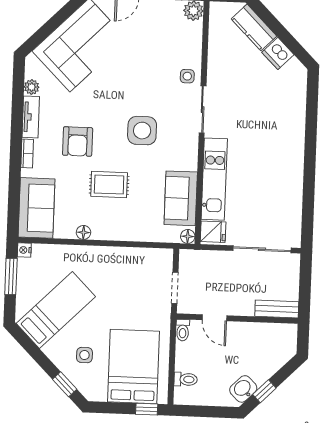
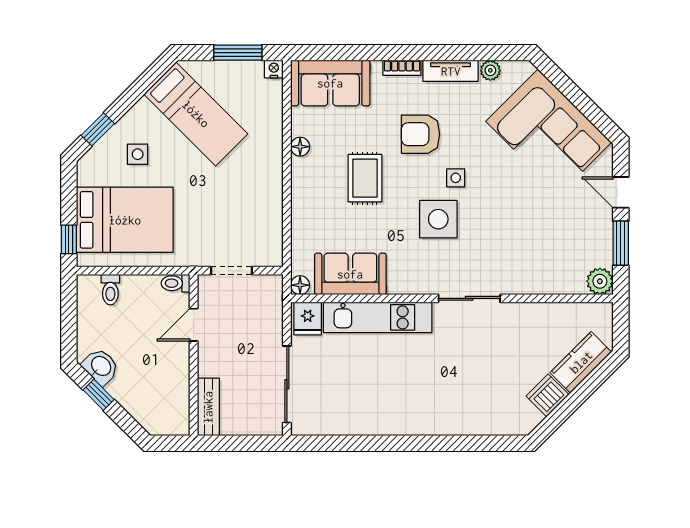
side table: (187, 76) -> (456, 178), moved

